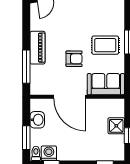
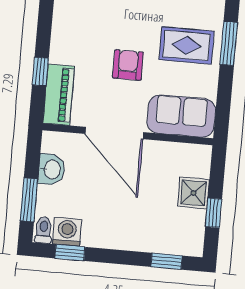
piano: (38, 48) -> (59, 95), moved
armchair: (74, 59) -> (128, 65), turned -90
window: (26, 67) -> (40, 72), width x0.46

